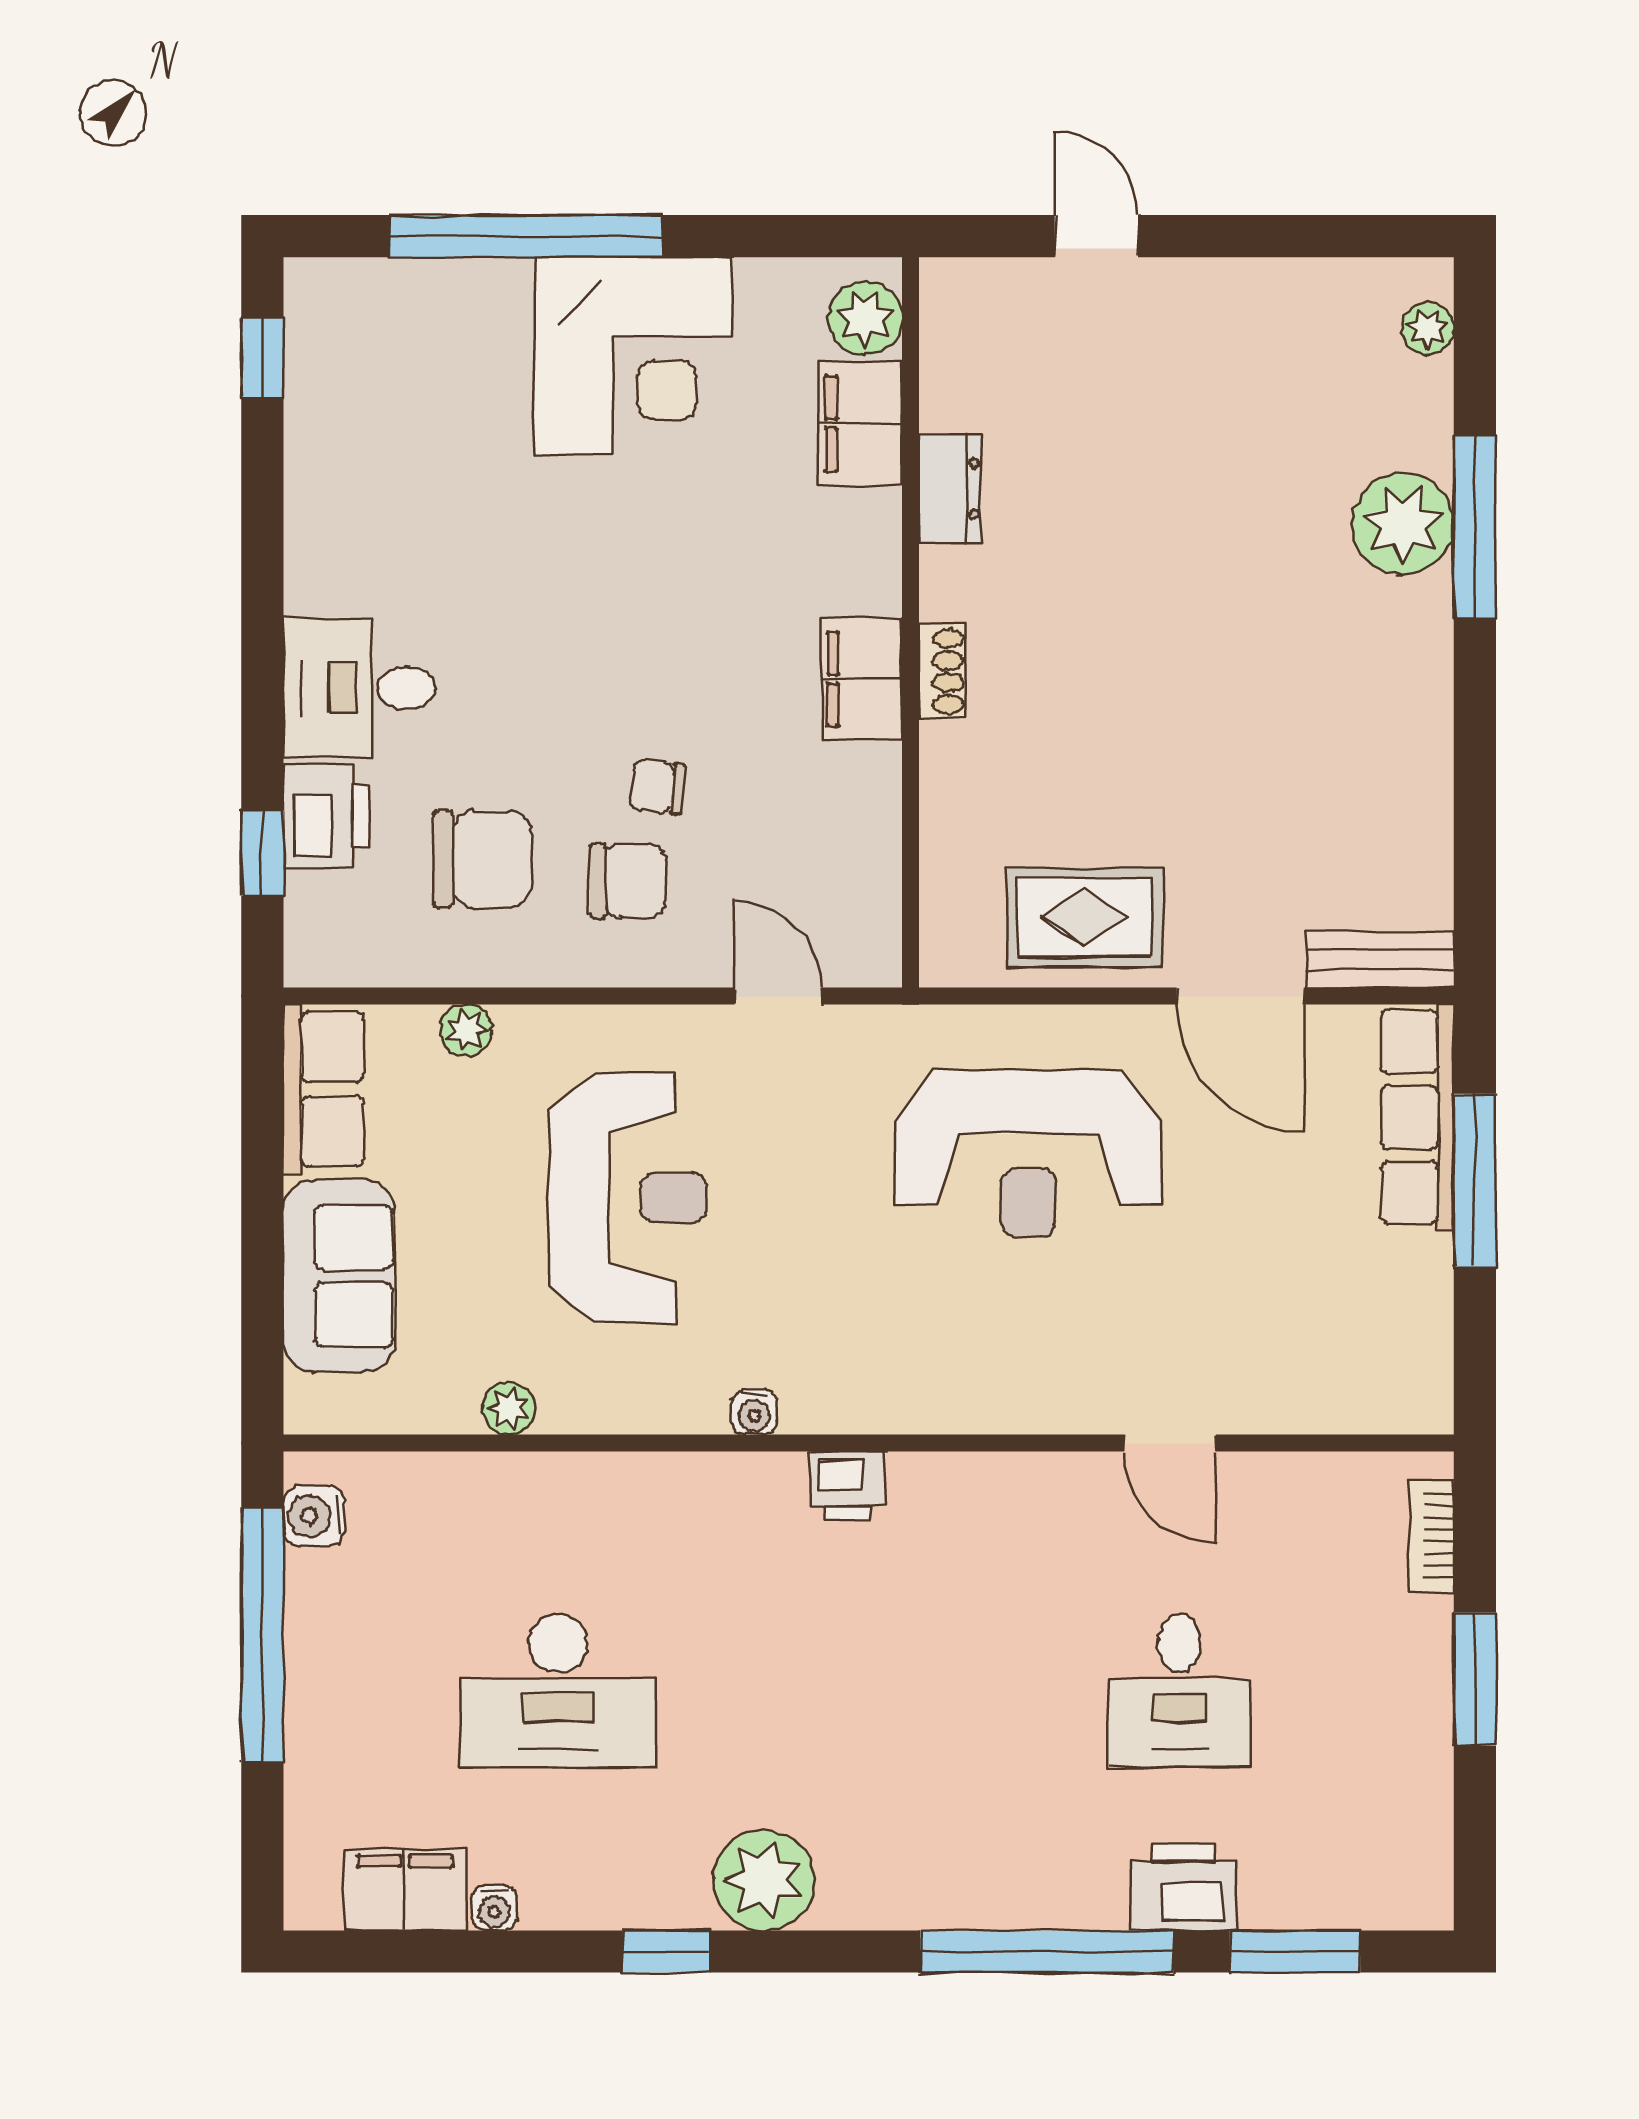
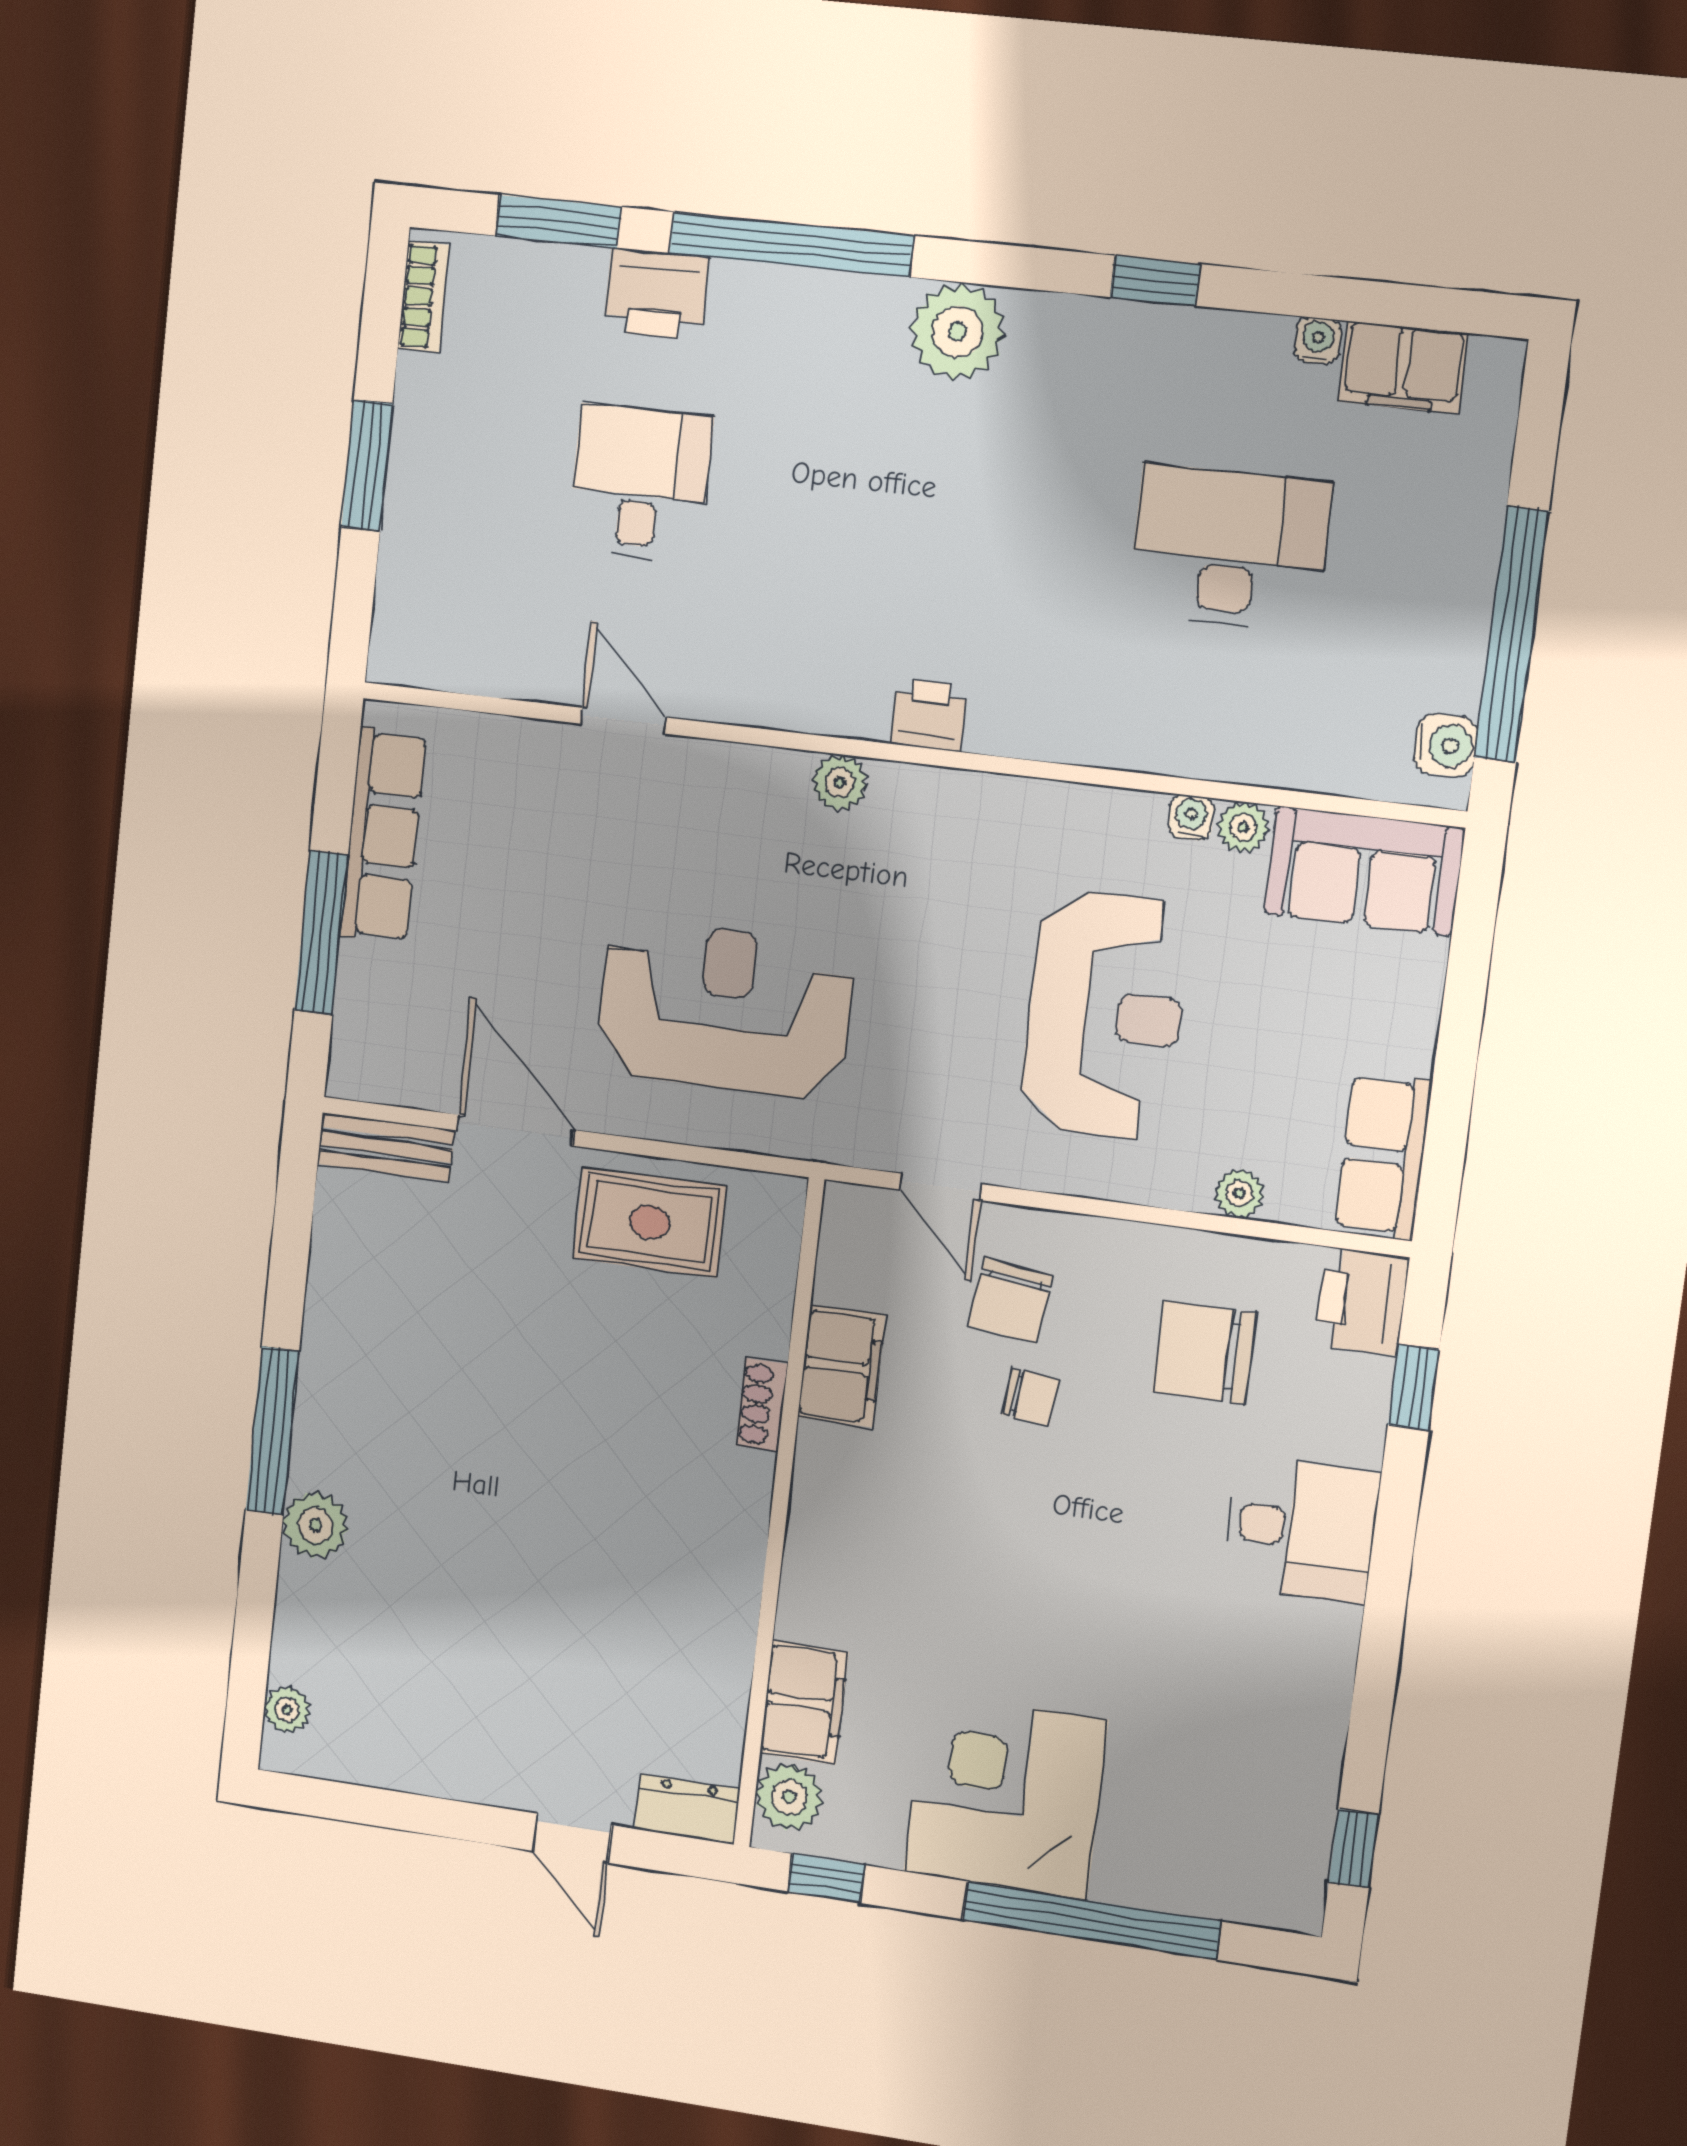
window: (815, 236) -> (826, 1878), added
dresser: (950, 489) -> (687, 1809), moved, turned 90
plant: (1403, 524) -> (315, 1525), width x0.73, depth x0.73
window: (1475, 527) -> (272, 1431), moved
shoe rack: (942, 671) -> (762, 1405), moved
filing cabinet: (862, 679) -> (841, 1366), moved
printer: (327, 816) -> (1362, 1301), moved
chair: (628, 881) -> (1010, 1300), moved, turned -83
row of seats: (1417, 1117) -> (383, 835), moved
reception desk: (628, 1198) -> (1105, 1015), turned 180
sofa: (339, 1276) -> (1364, 871), moved, turned -90
plant: (933, 1405) -> (840, 783), added
water cooler: (754, 1412) -> (1191, 818), moved
bookcase: (1431, 1536) -> (424, 297), moved
plant: (764, 1880) -> (957, 332), moved

